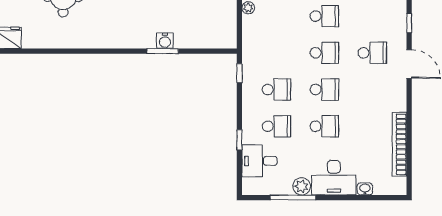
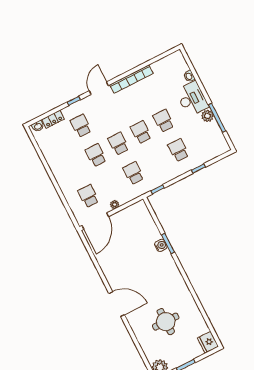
school desk: (372, 53) -> (81, 126), moved
school desk: (276, 90) -> (133, 173), moved
bookcase: (399, 144) -> (131, 79), moved
desk: (259, 161) -> (205, 150), removed

